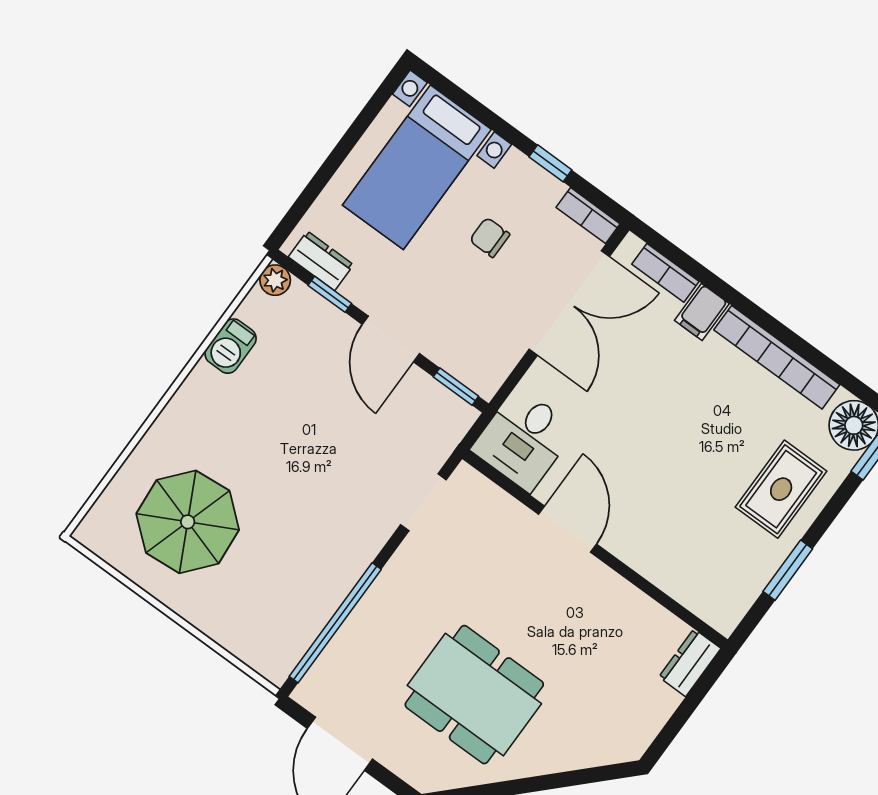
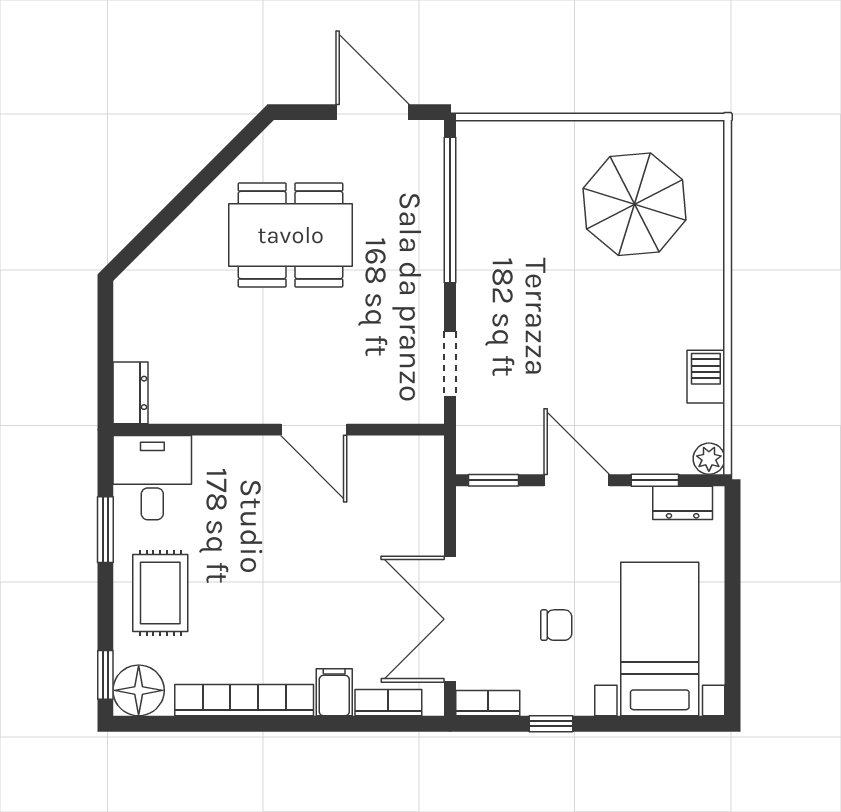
desk: (524, 439) -> (152, 478), moved

